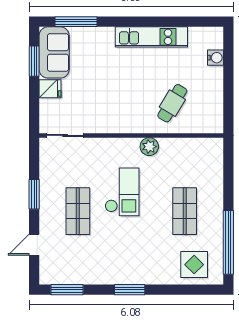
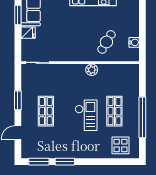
water cooler: (215, 58) -> (134, 42), moved
checkout: (122, 192) -> (86, 115), moved
window: (228, 242) -> (142, 117), moved
window: (130, 290) -> (65, 162), moved

